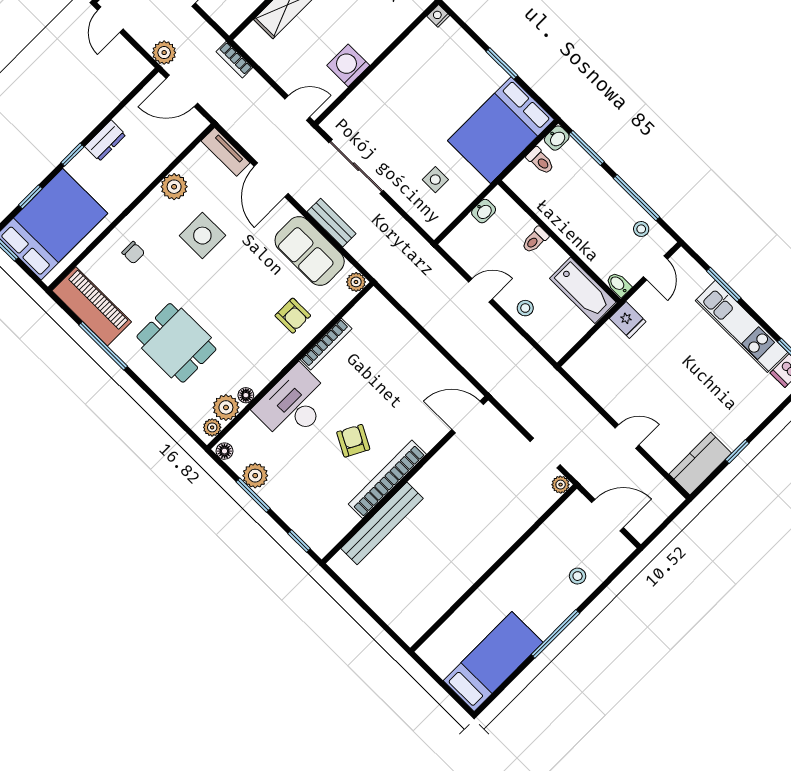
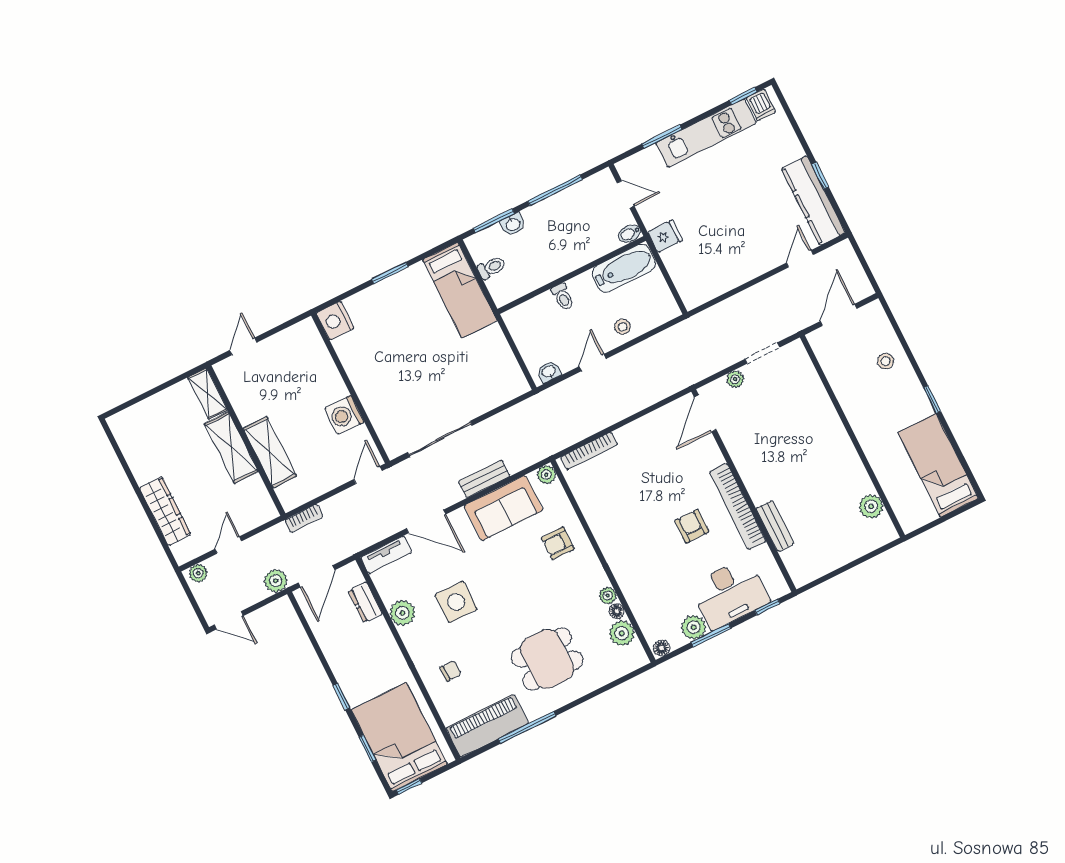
nightstand: (438, 16) -> (335, 321), width x1.89, depth x1.79
bed: (501, 130) -> (460, 290), width x0.67
washbasin: (557, 138) -> (513, 224), moved, turned 90
dresser: (105, 141) -> (365, 602), moved, turned 180
side table: (435, 180) -> (476, 370), removed
washbasin: (484, 211) -> (549, 372), moved, turned -90
stool: (641, 229) -> (585, 196), removed
armchair: (293, 316) -> (558, 543), turned 180
bookcase: (326, 344) -> (589, 451), moved, turned 90
desk: (294, 404) -> (730, 593), moved, turned -90
plant: (212, 427) -> (608, 596), moved
door: (627, 437) -> (800, 259), moved
armchair: (353, 441) -> (692, 526), turned 62
kitchen counter: (700, 464) -> (813, 201), width x1.50
plant: (561, 485) -> (735, 379), moved
bench: (382, 523) -> (775, 526), width x0.54, depth x0.82
plant: (431, 609) -> (871, 506), added
window: (555, 634) -> (932, 399), width x0.46

